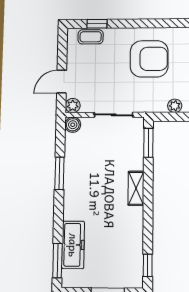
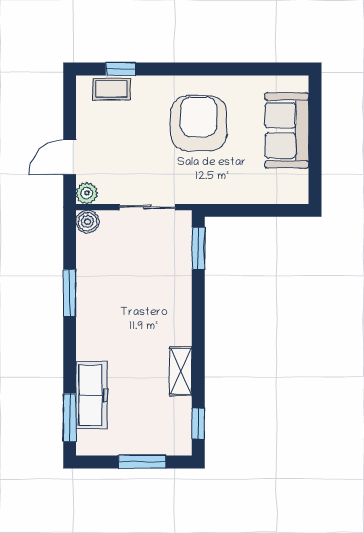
armchair: (149, 59) -> (199, 123), turned -90
plant: (175, 106) -> (236, 194), removed
shelving: (136, 188) -> (181, 371), moved

